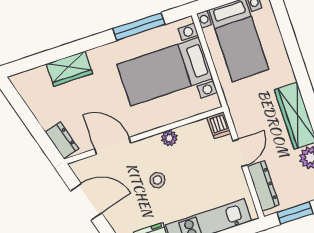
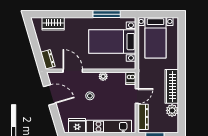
wardrobe: (69, 69) -> (53, 24), moved

